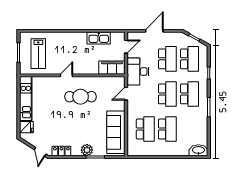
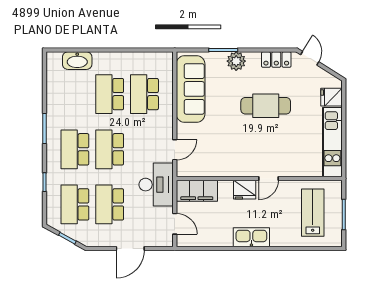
kitchen sink: (99, 38) -> (251, 237), moved
door: (126, 47) -> (175, 224), swing flipped
fridge: (82, 68) -> (245, 190), added
cafe table: (81, 97) -> (266, 106), moved
washbasin: (198, 150) -> (77, 61), moved

